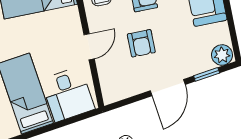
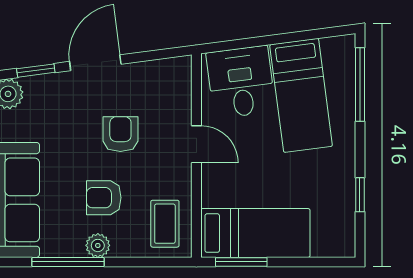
door: (89, 47) -> (196, 144), swing flipped

